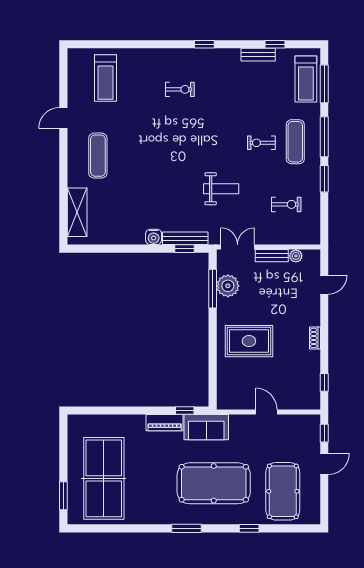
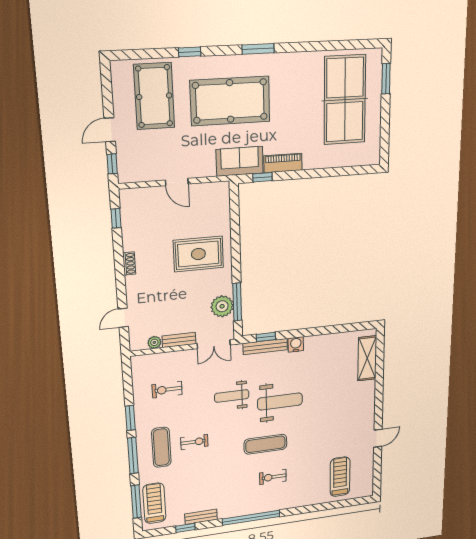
window: (204, 44) -> (251, 518), width x3.17
exercise mat: (98, 156) -> (265, 444), moved, turned 90
weight bench: (171, 176) -> (280, 401), added

